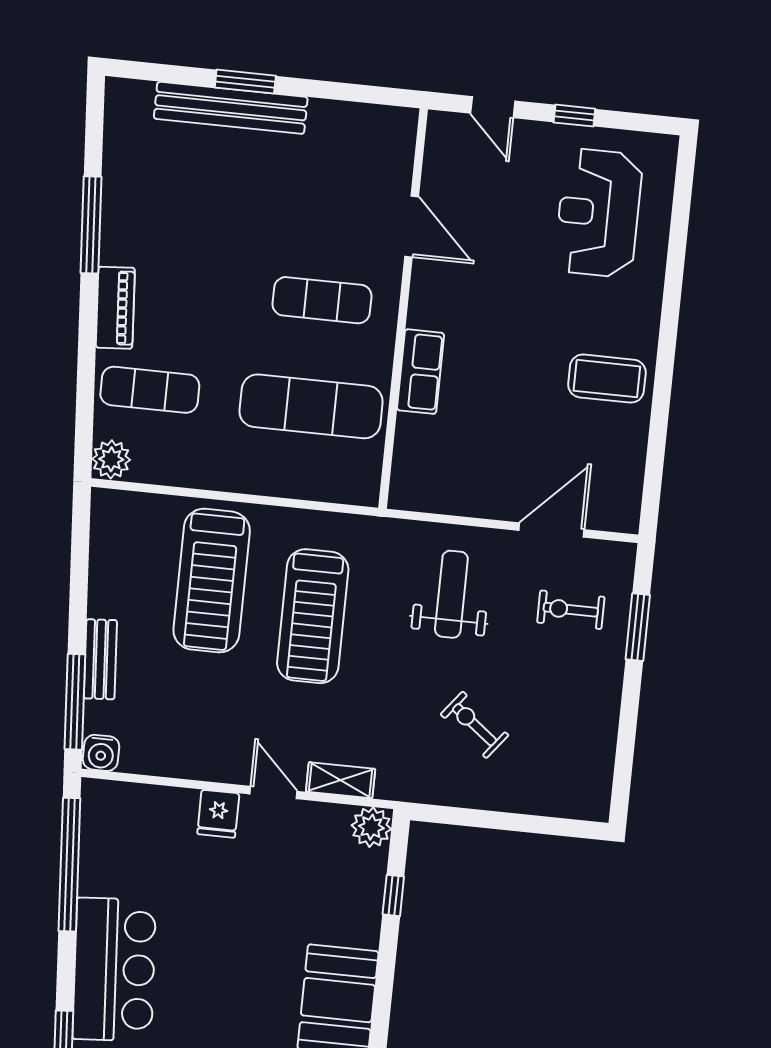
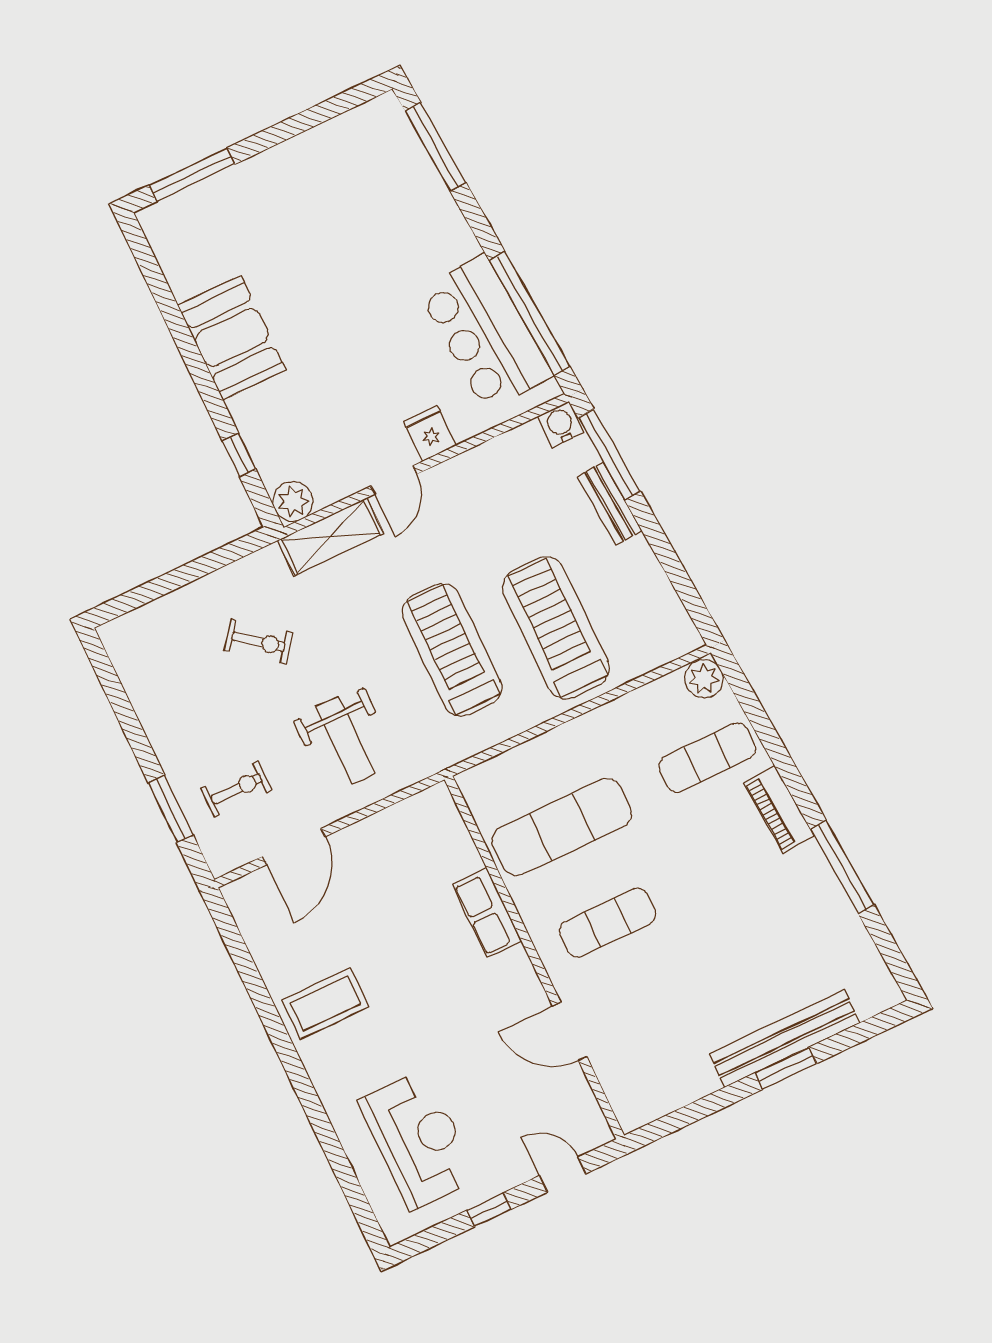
shelving: (341, 780) -> (331, 537), width x1.50, depth x1.33
door: (273, 793) -> (394, 480), hinge flipped
bar counter: (114, 969) -> (486, 333), moved

